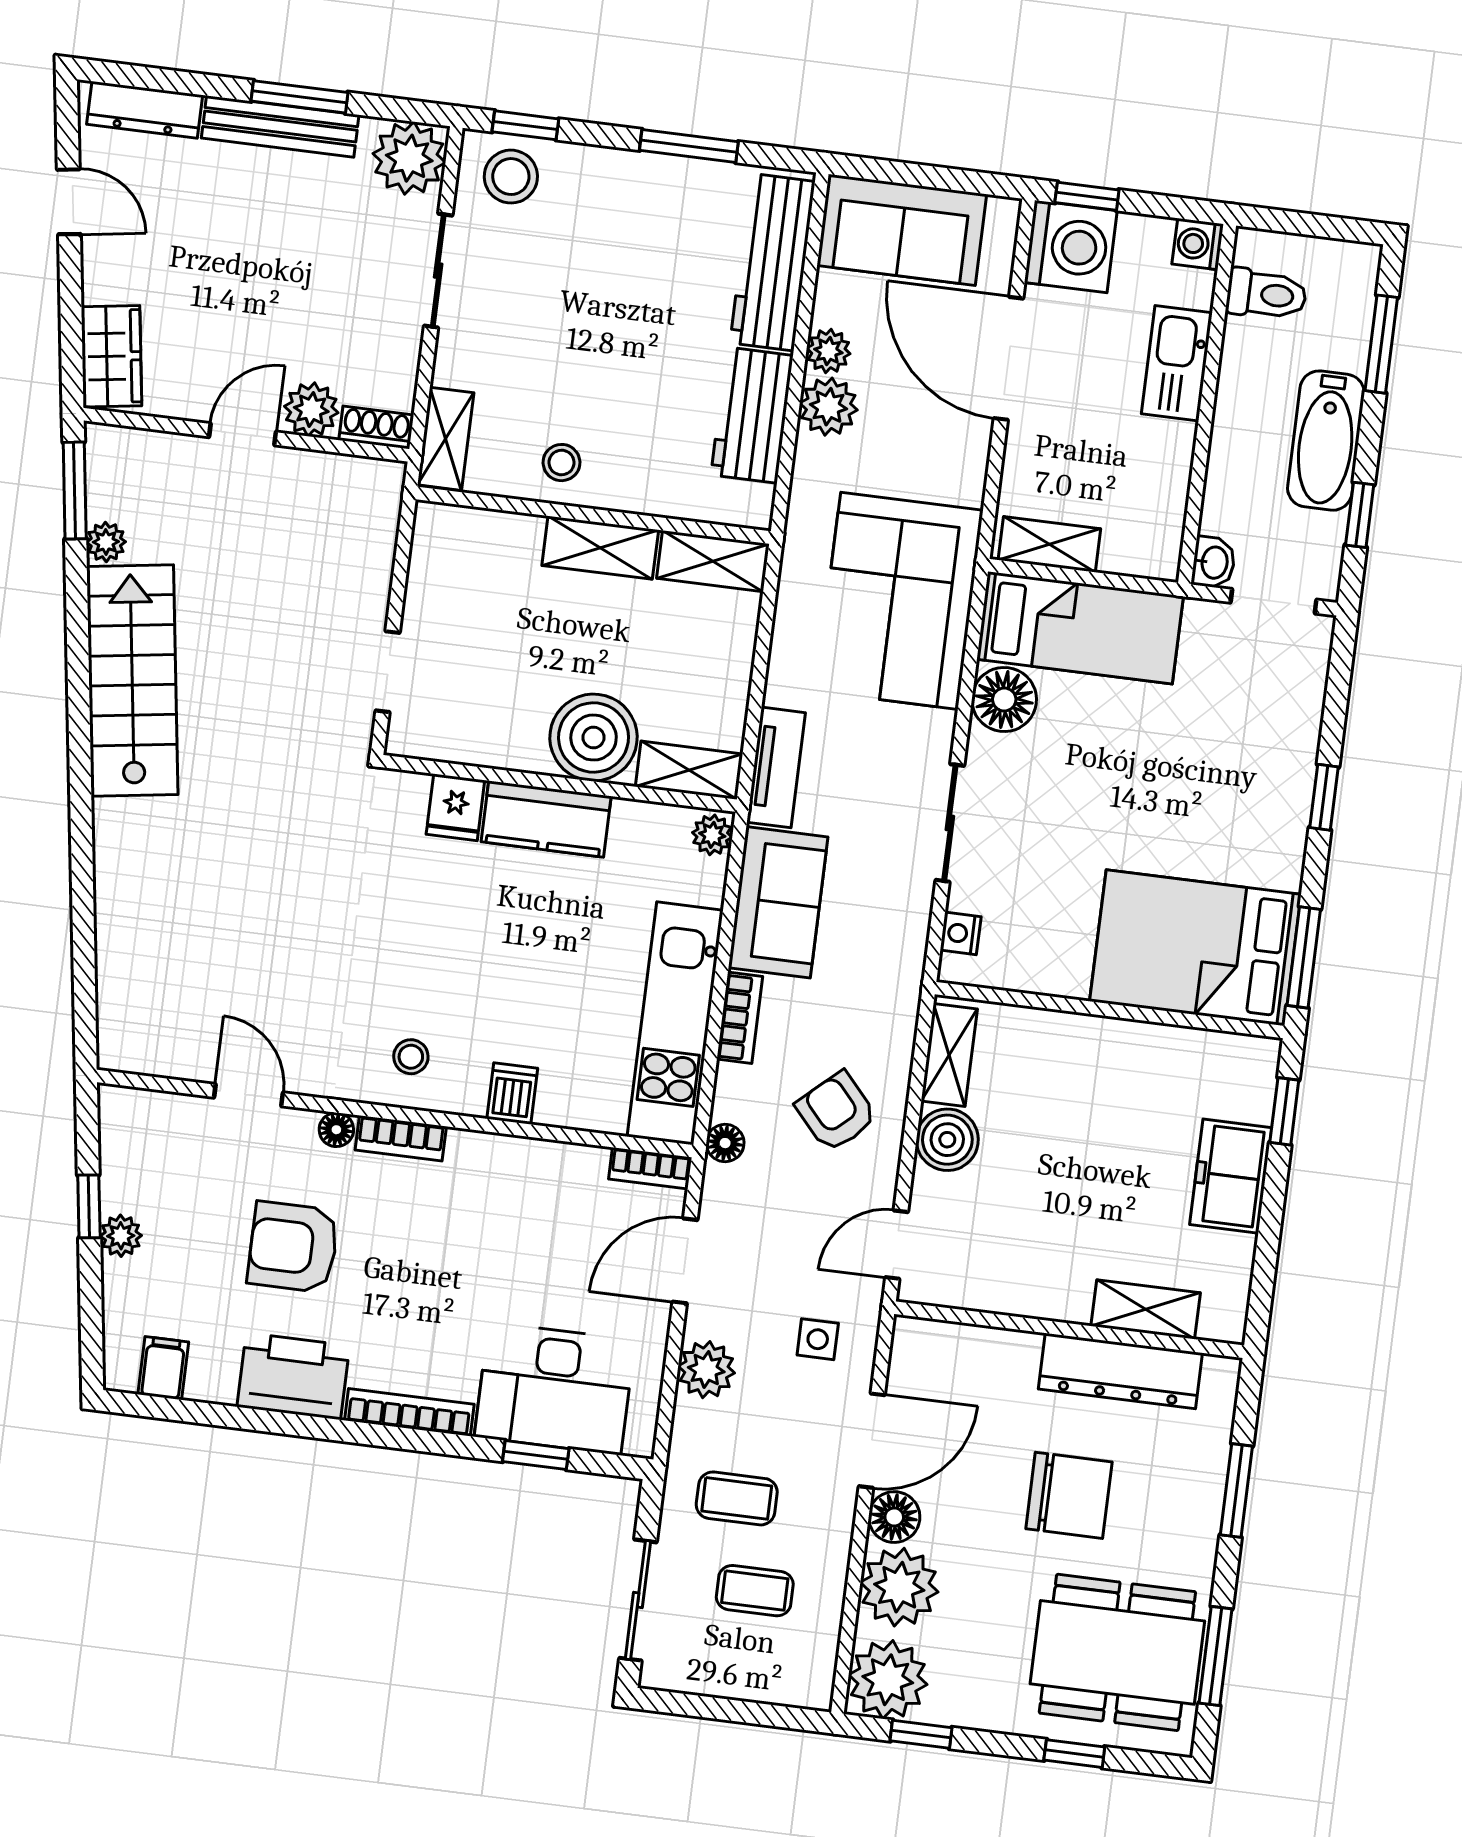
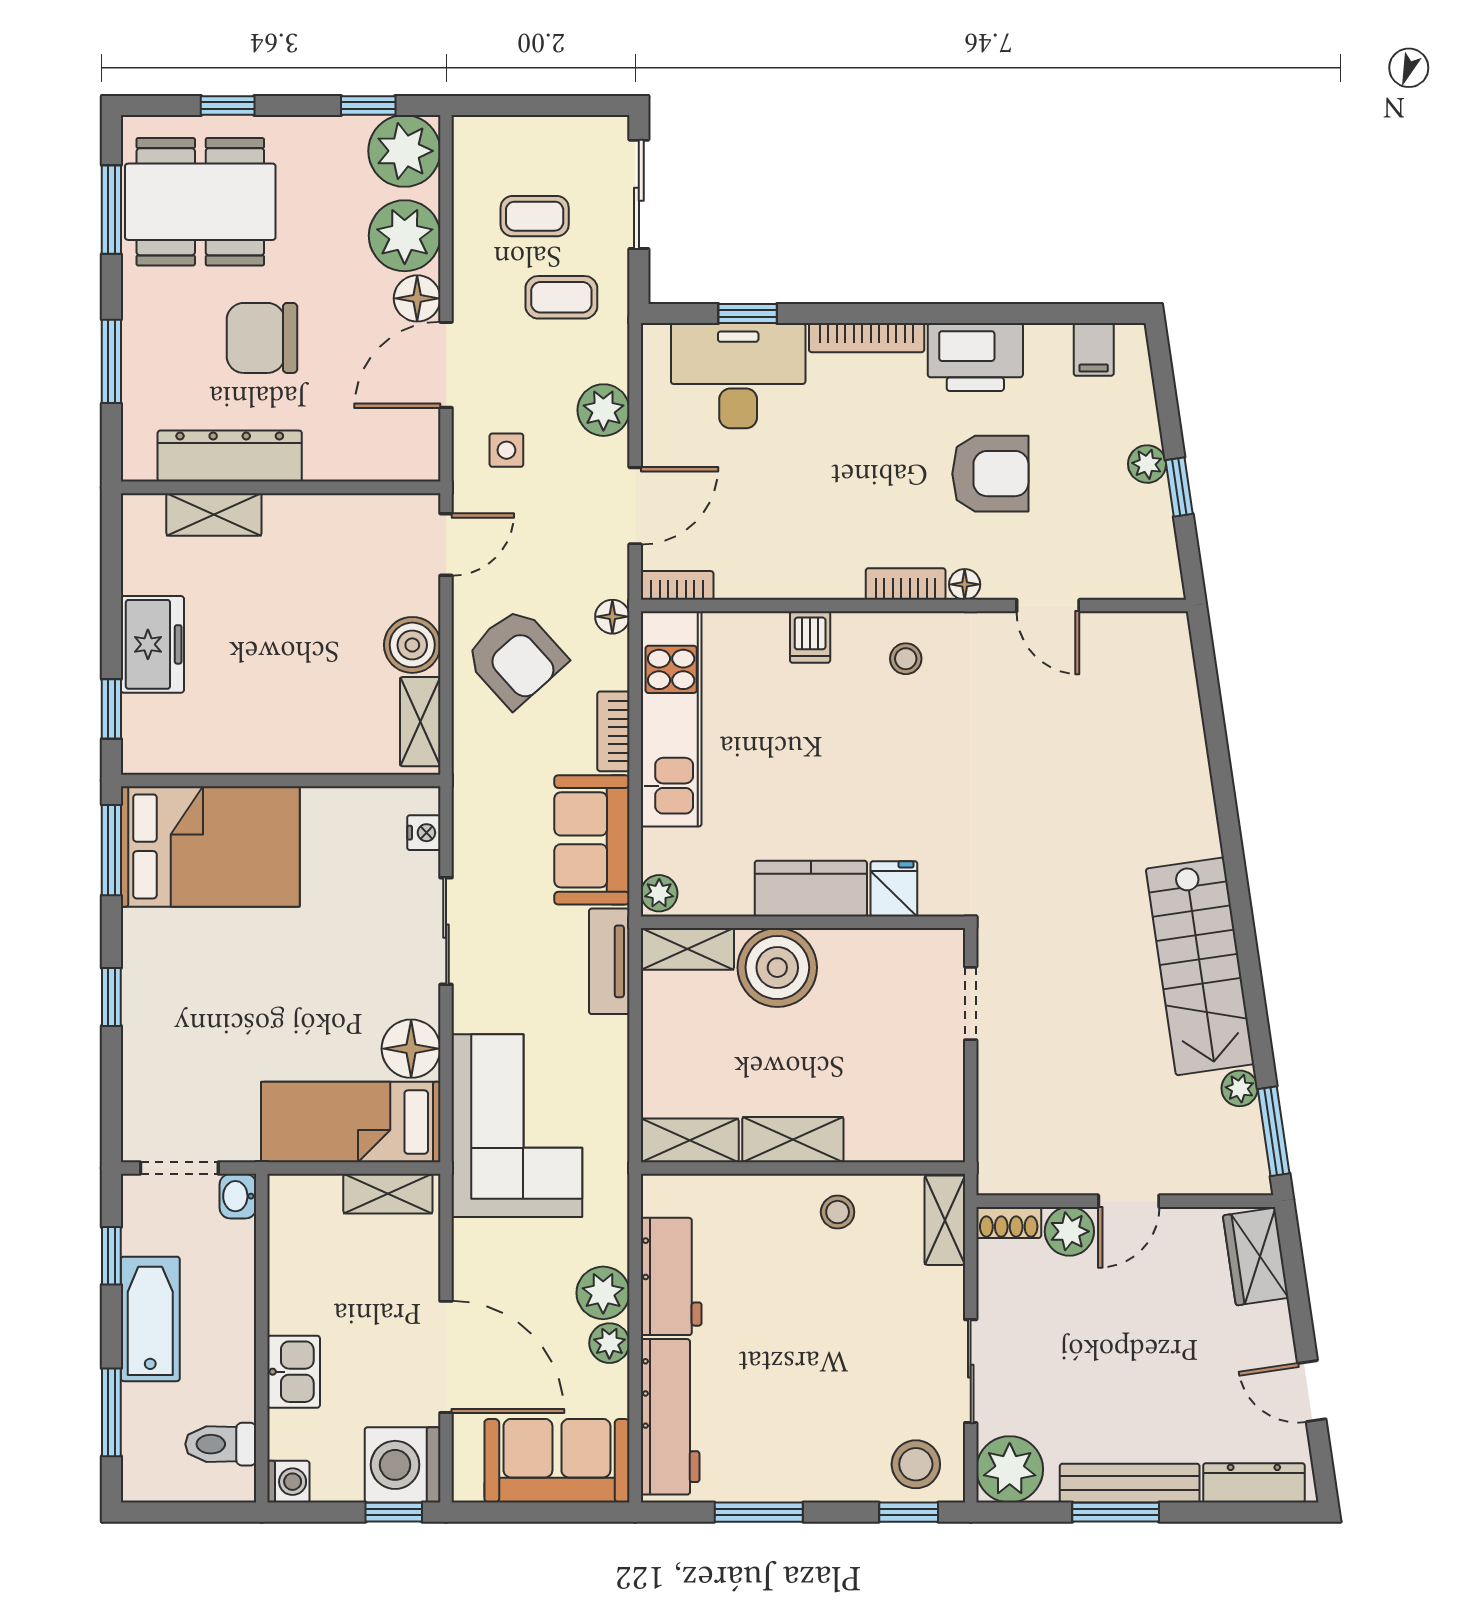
kitchen sink: (1177, 363) -> (294, 1372), width x0.73
armchair: (836, 1112) -> (516, 658), width x1.38, depth x1.38

